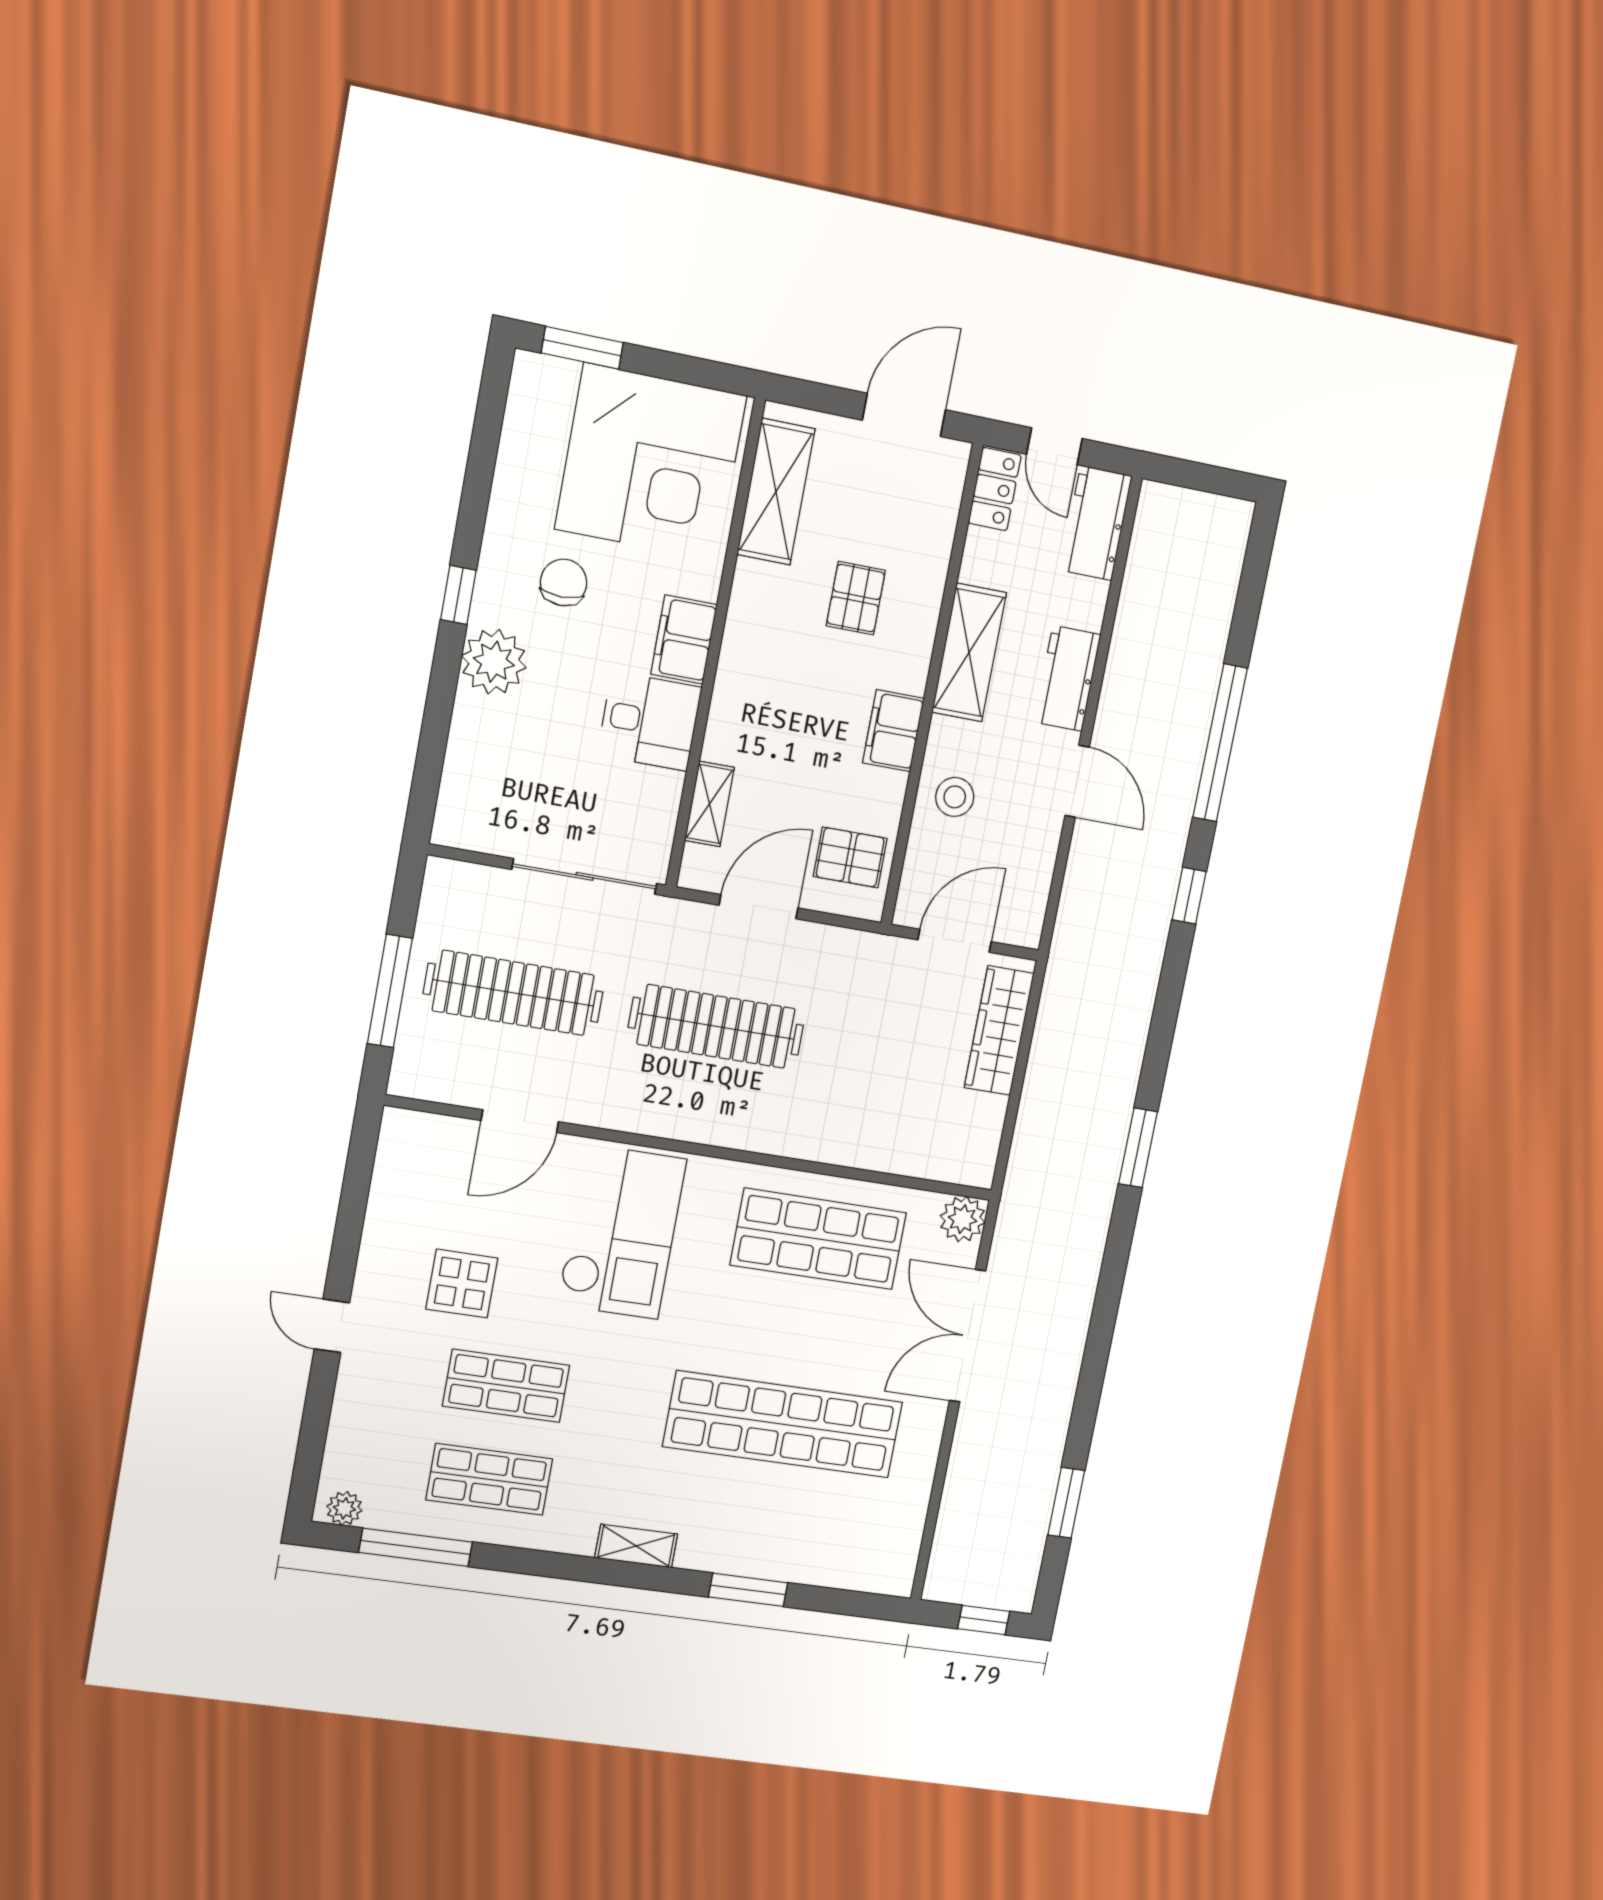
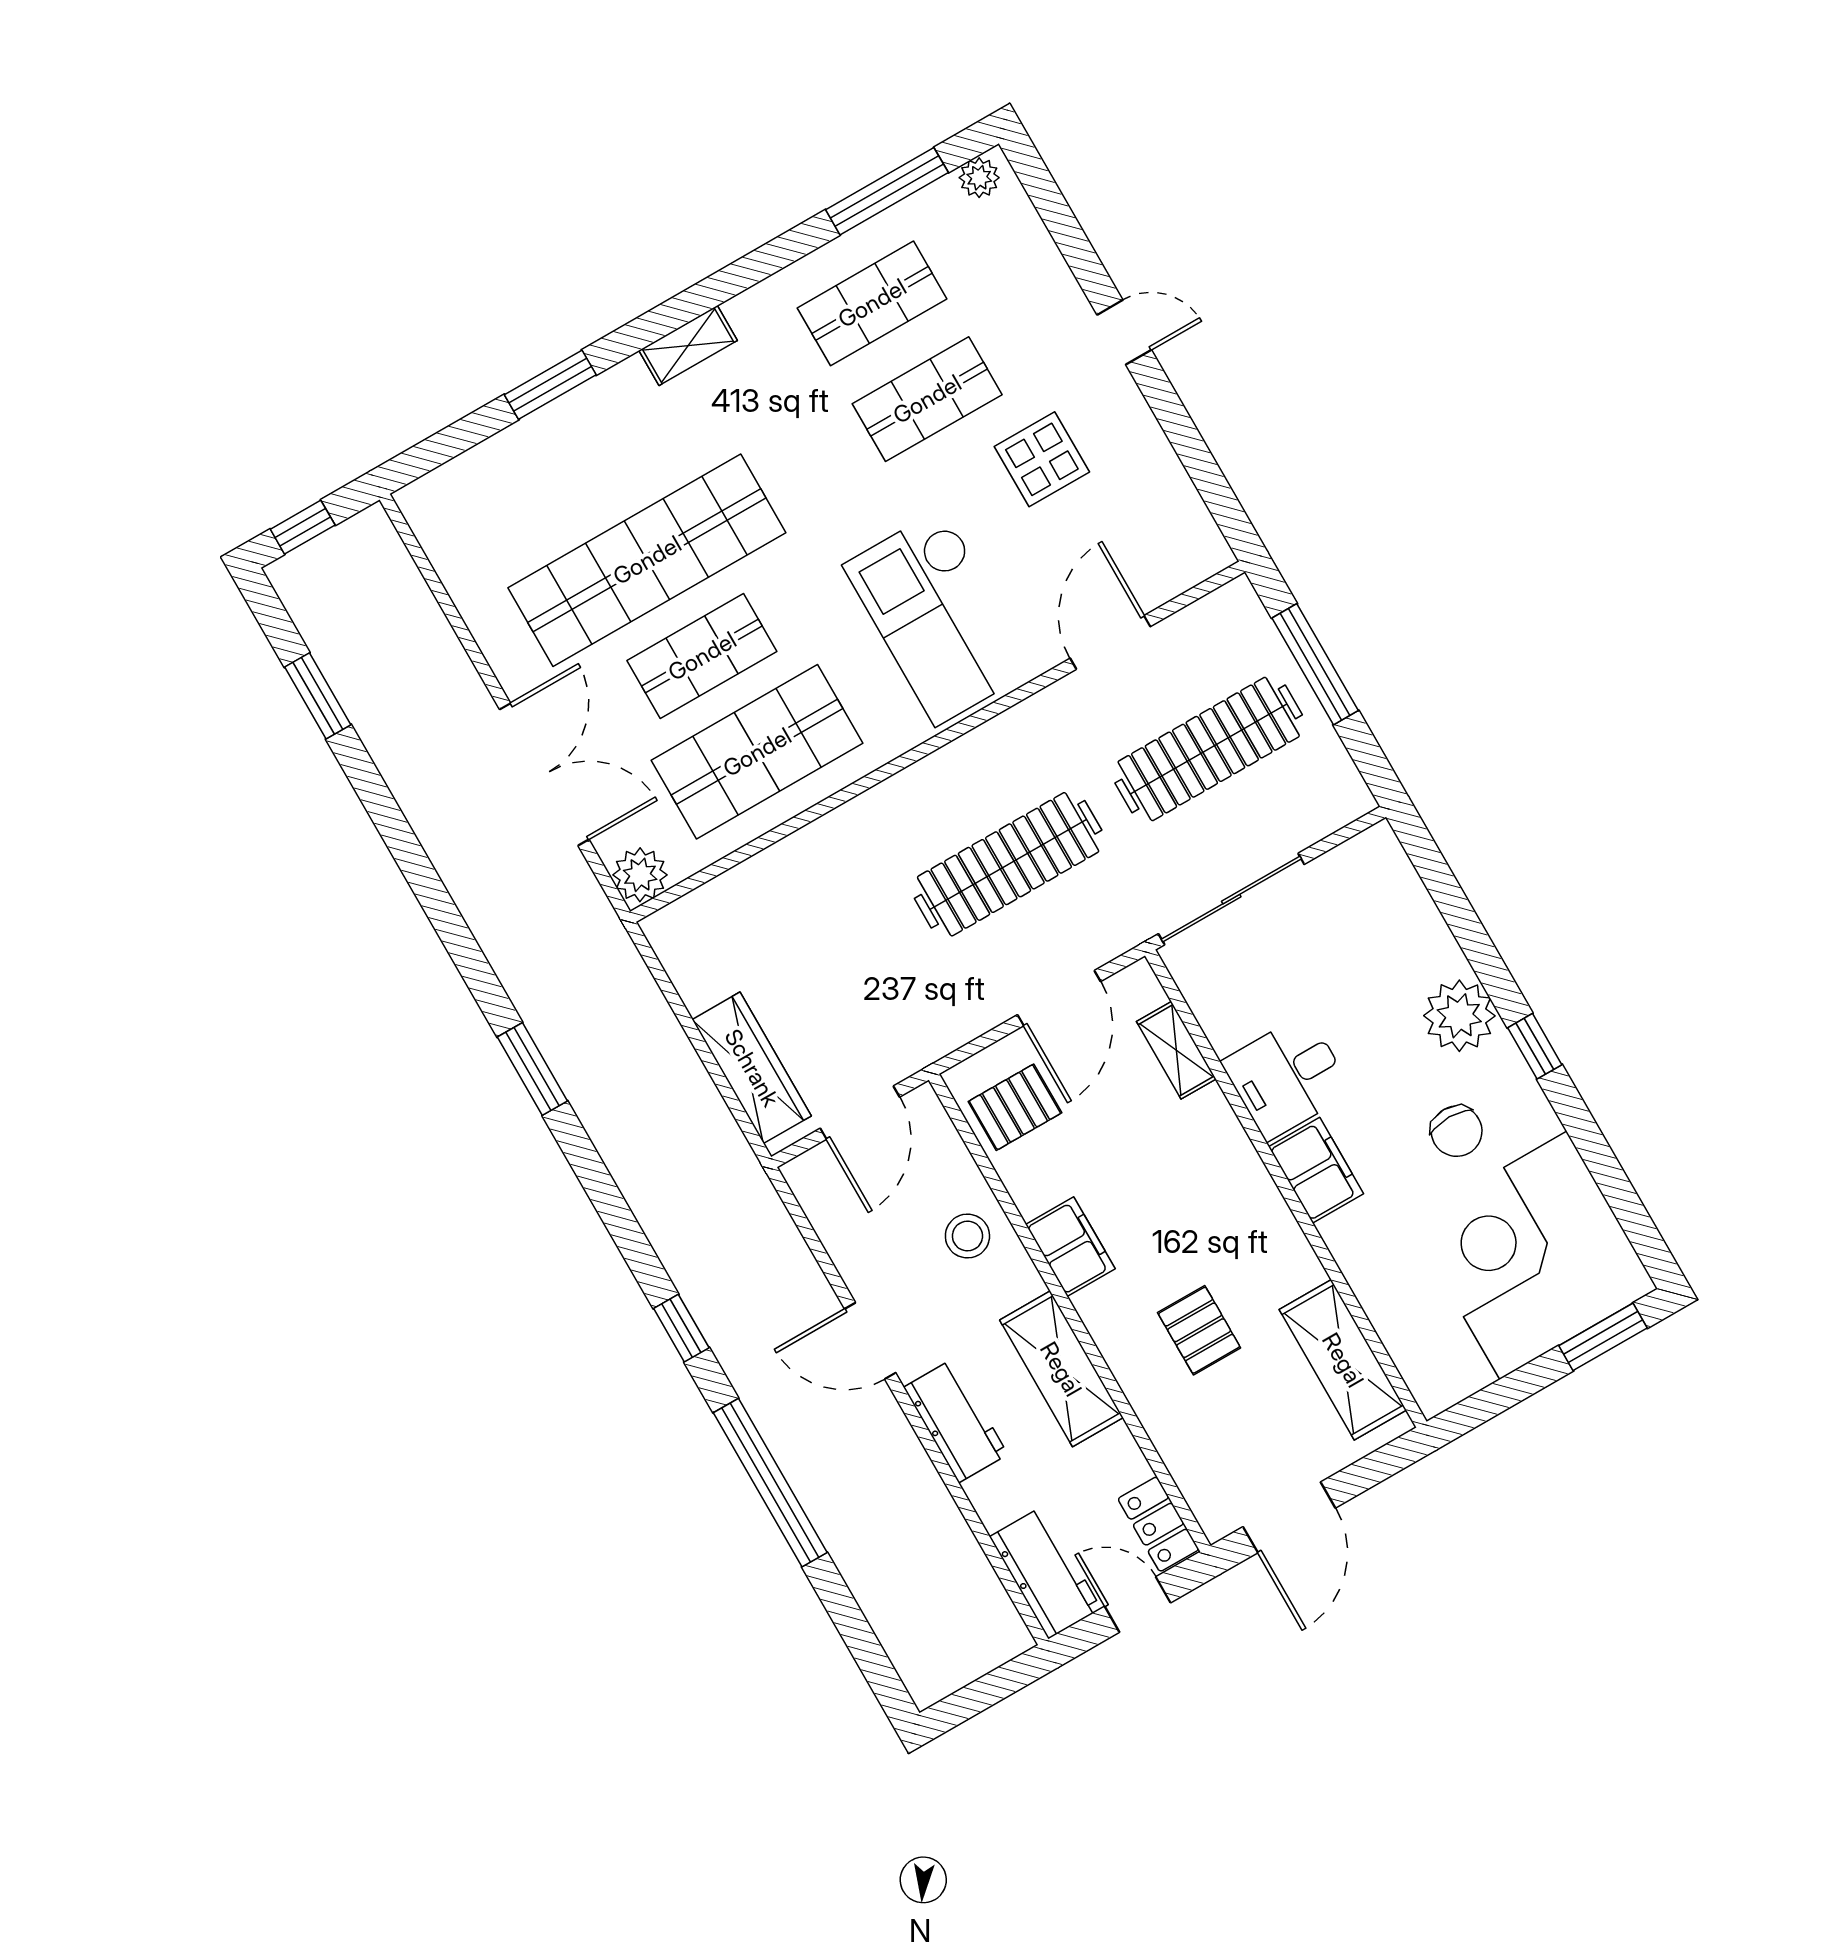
corner desk: (651, 462) -> (1533, 1255), moved
shop shelf: (801, 1332) -> (702, 656), added

